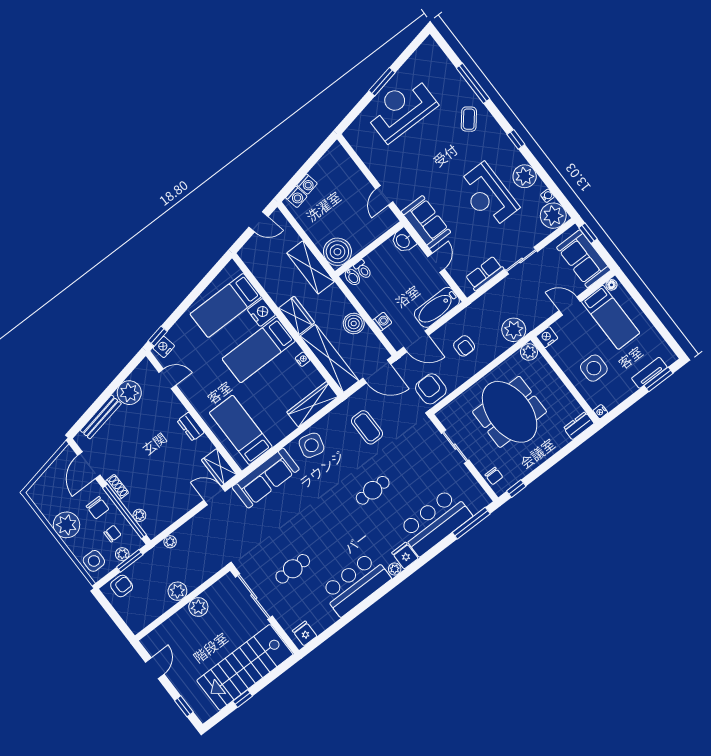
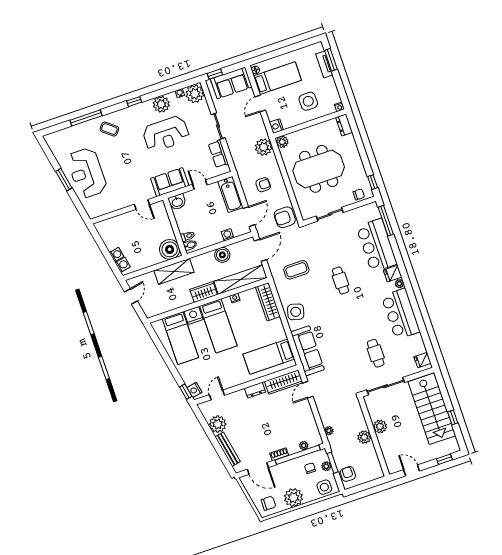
wardrobe: (219, 467) -> (284, 382), width x1.50
chair: (98, 508) -> (268, 503), moved

